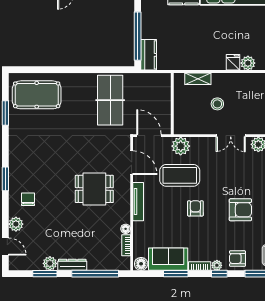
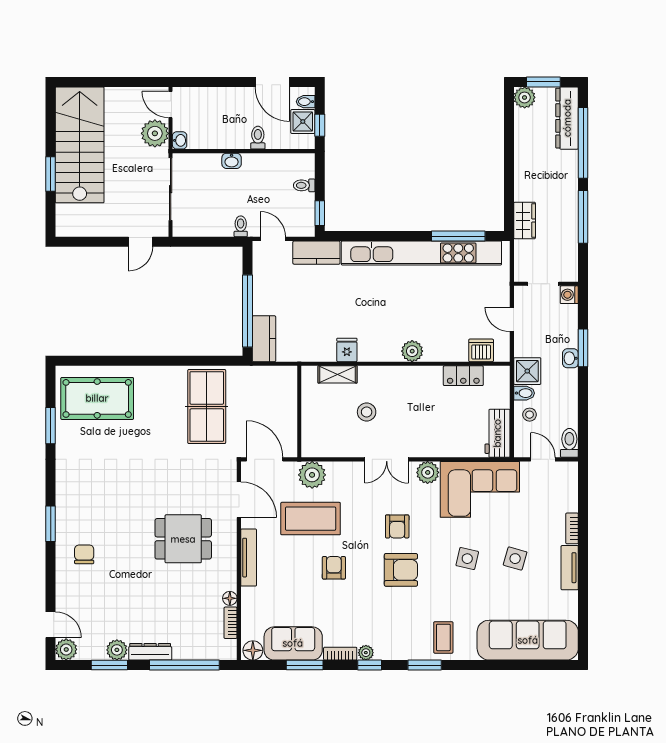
fridge: (233, 62) -> (347, 350), moved
plant: (16, 224) -> (66, 649), moved
armchair: (237, 259) -> (397, 526), moved, turned -90

